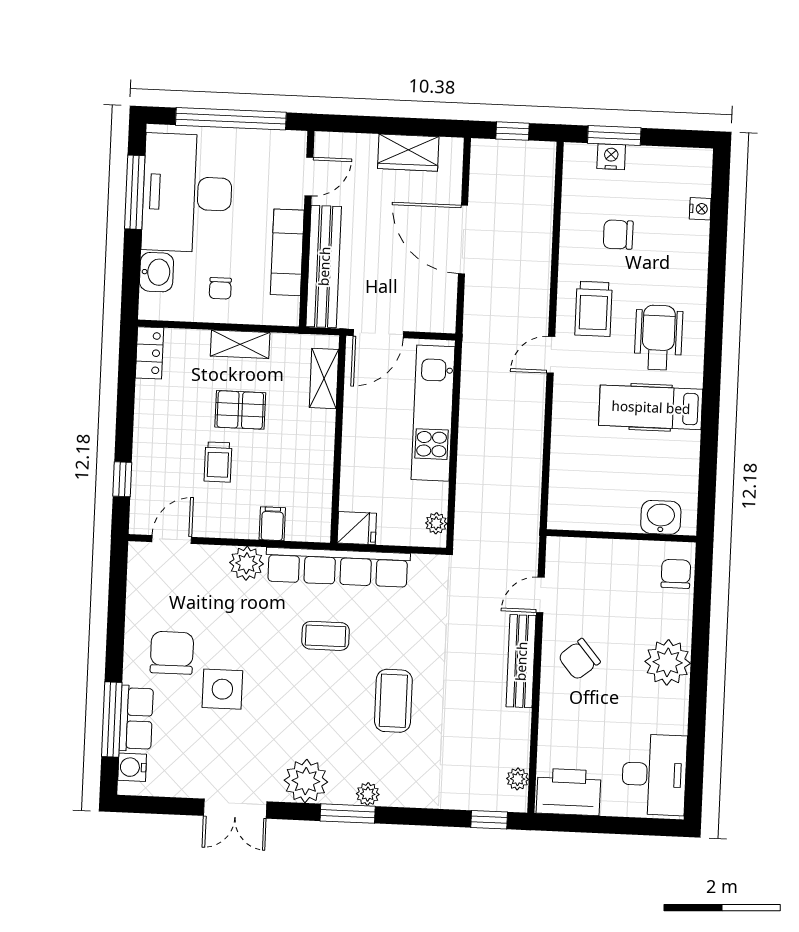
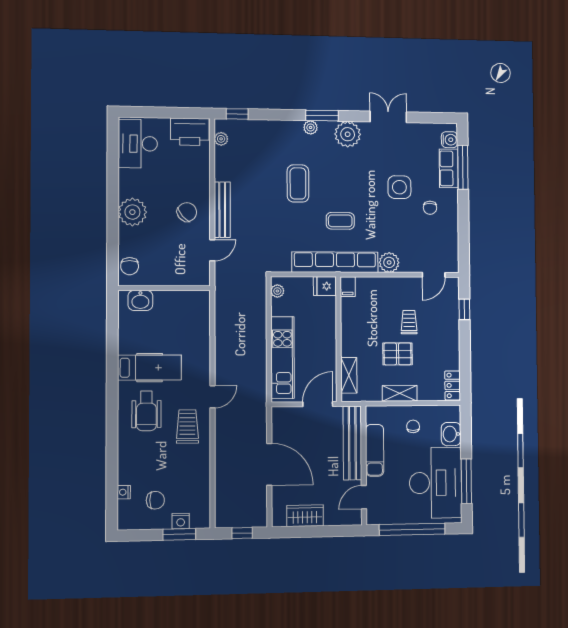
chair: (618, 235) -> (155, 500), moved
filing cabinet: (272, 524) -> (348, 287), moved
chair: (172, 653) -> (430, 208), width x0.54, depth x0.54

